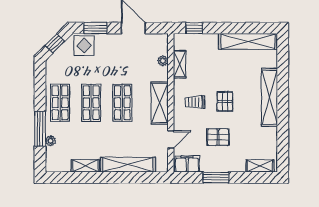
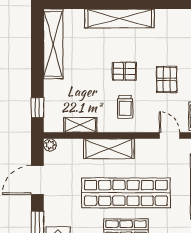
plant: (163, 61) -> (50, 145), moved
shop shelf: (122, 103) -> (126, 193), width x2.00, depth x1.36
shelving: (160, 103) -> (109, 149), moved

